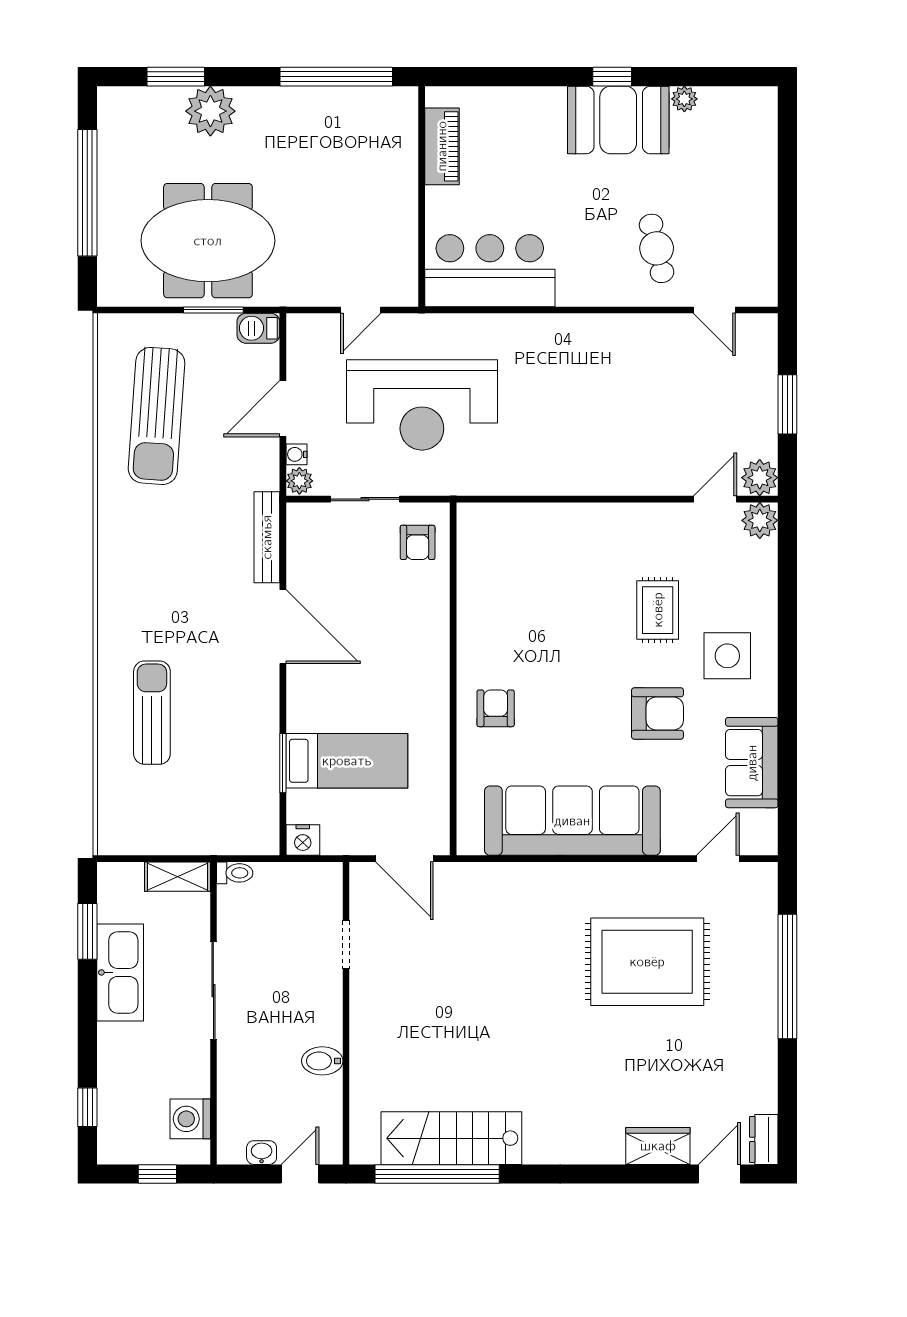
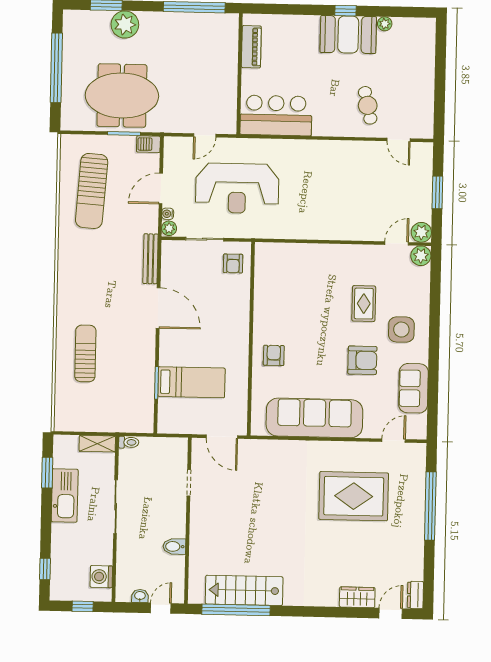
nightstand: (303, 840) -> (166, 425), removed

